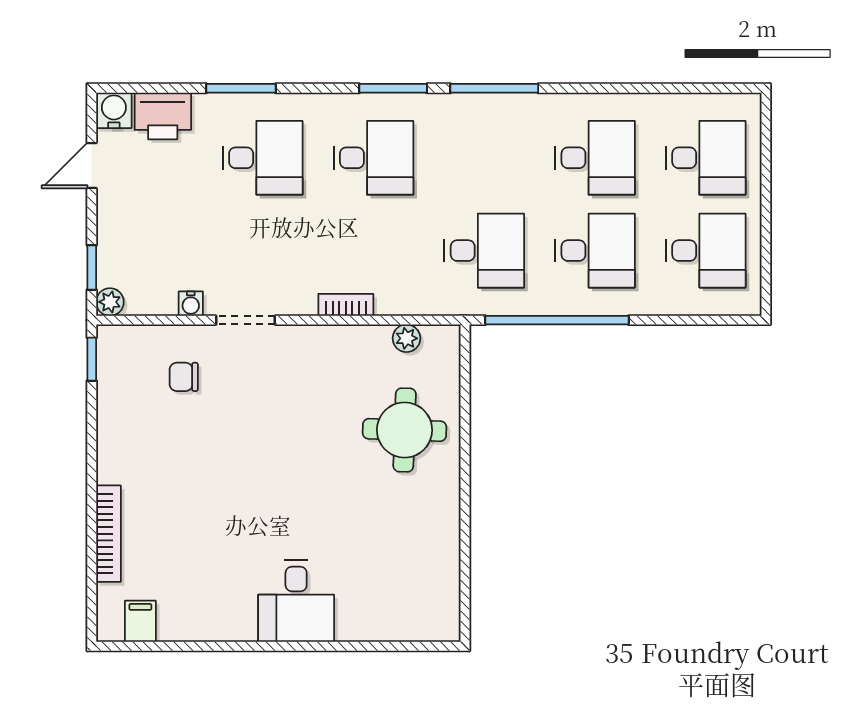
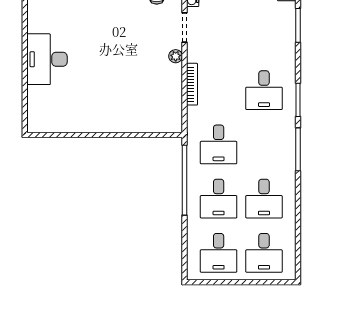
desk: (263, 158) -> (264, 36), removed
bookcase: (346, 305) -> (192, 84), width x1.56
plant: (406, 338) -> (176, 56), moved
round table: (405, 430) -> (131, 105), removed
desk: (296, 601) -> (47, 59), width x1.37

